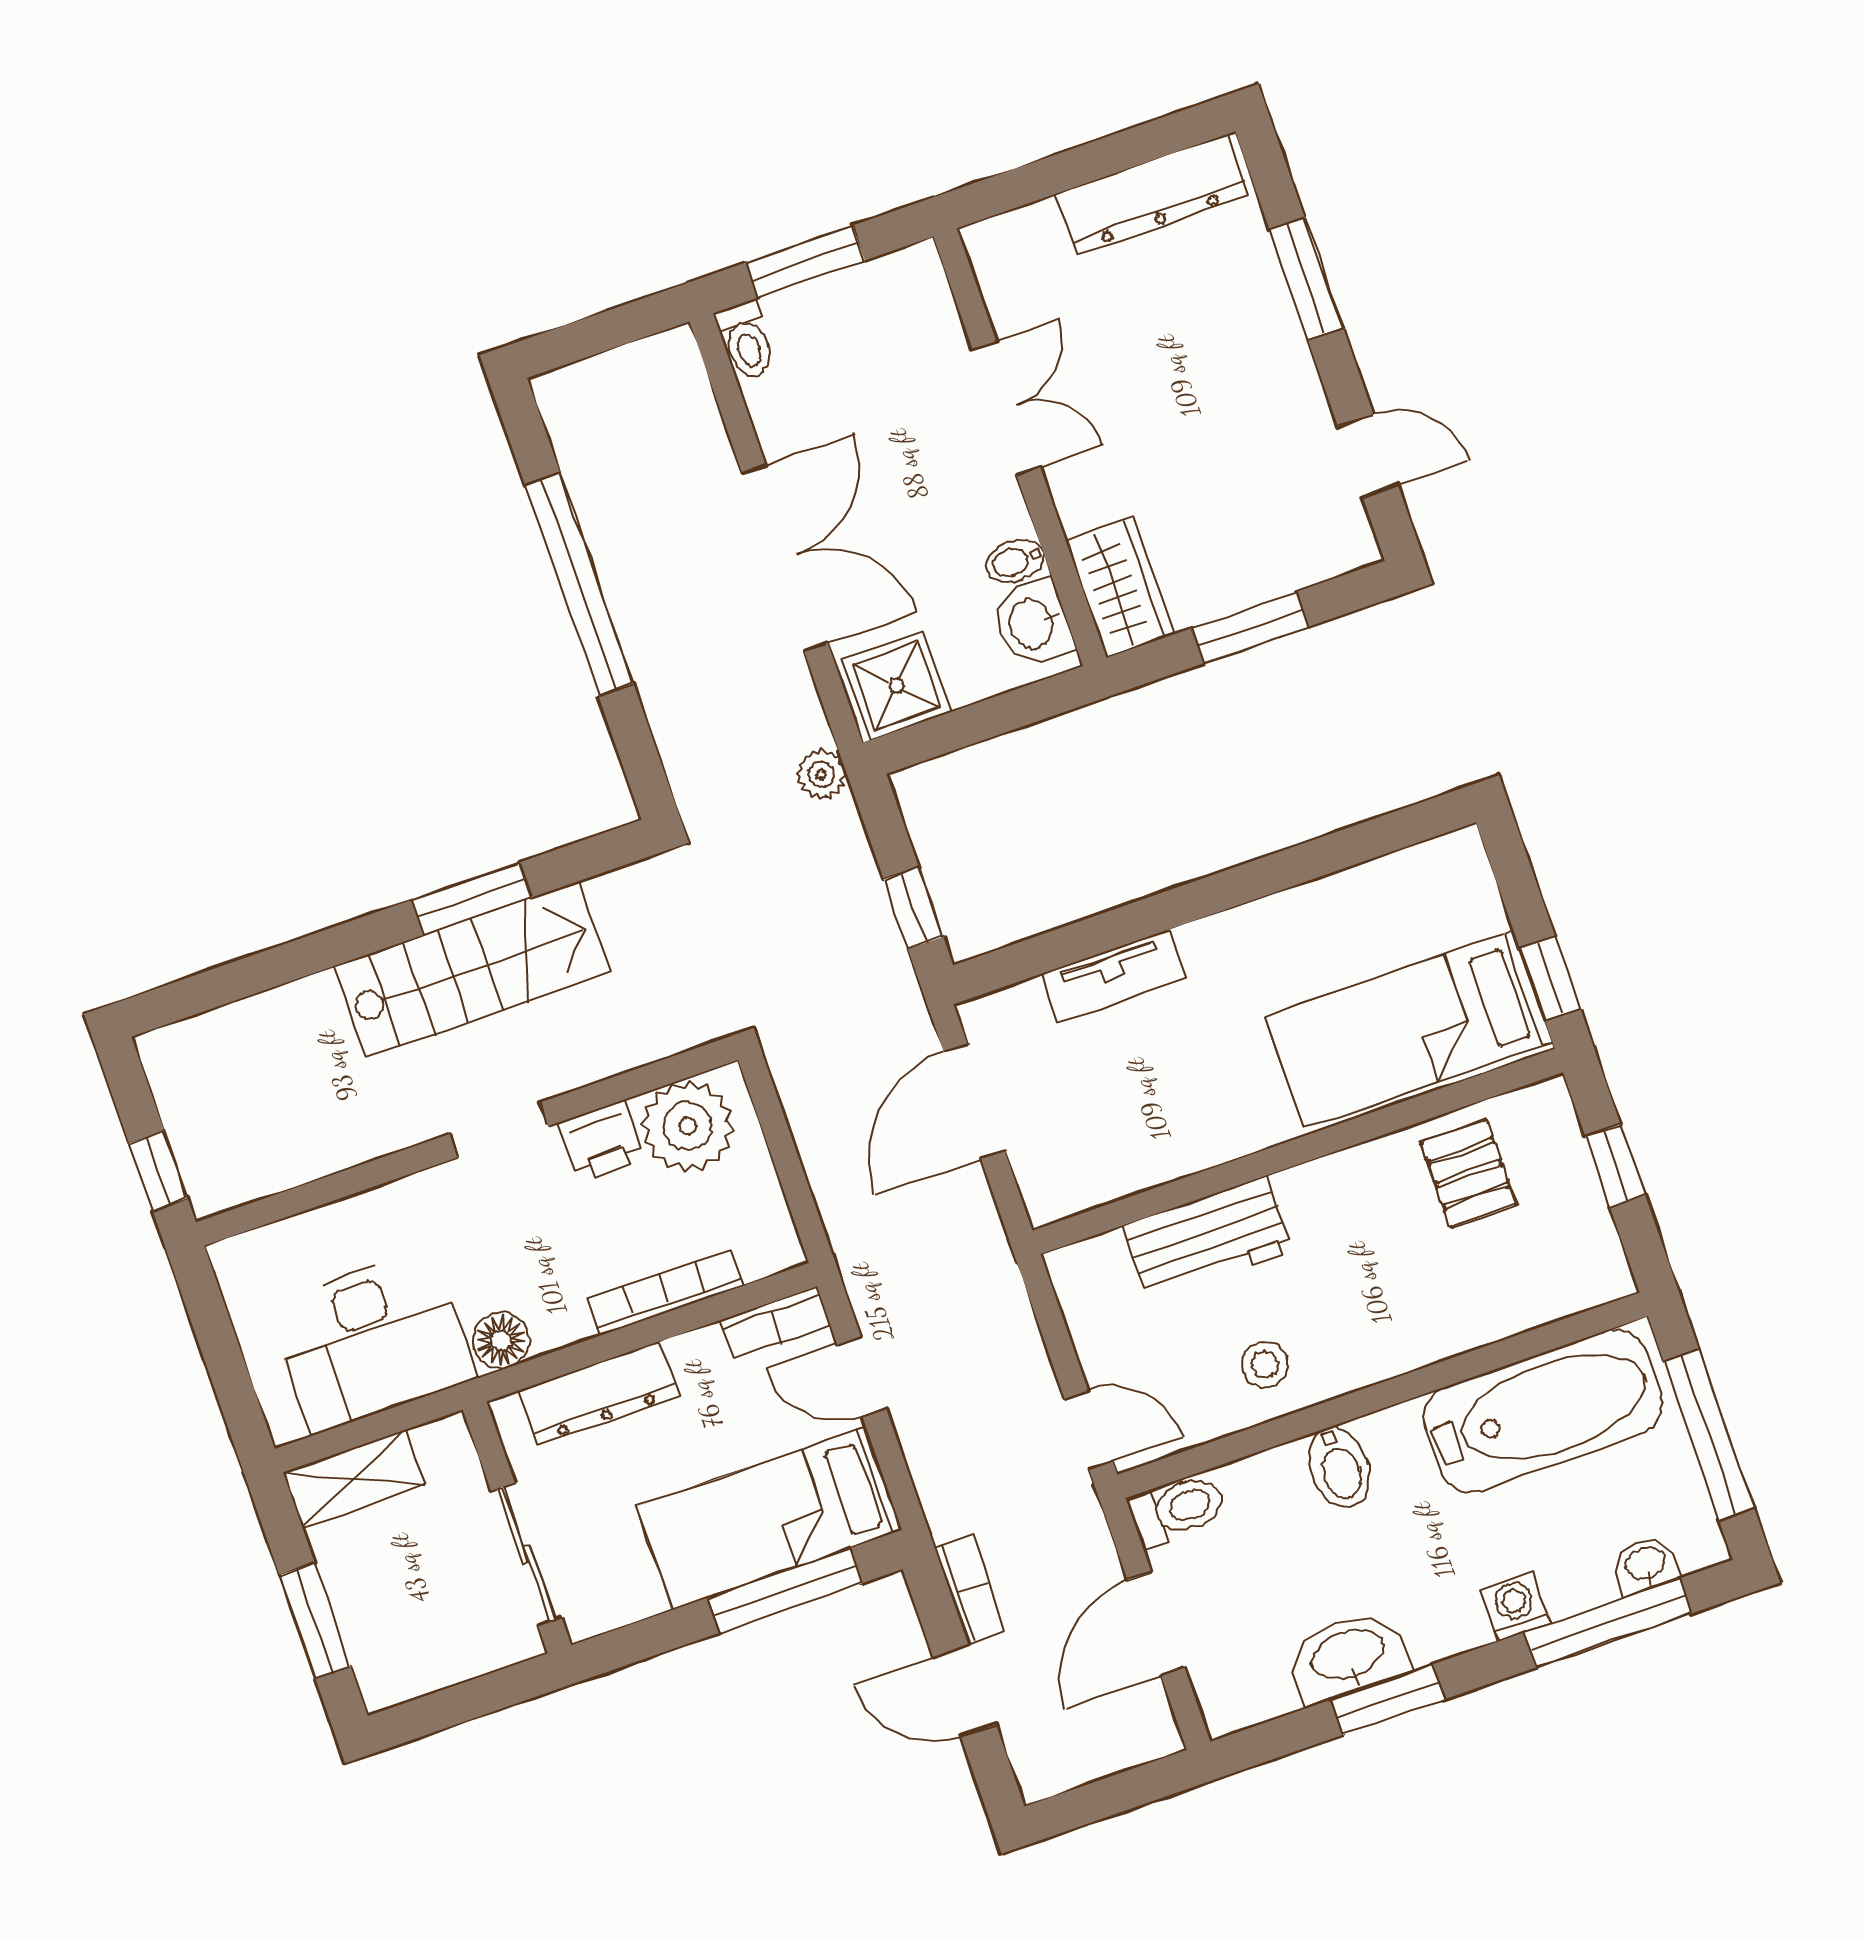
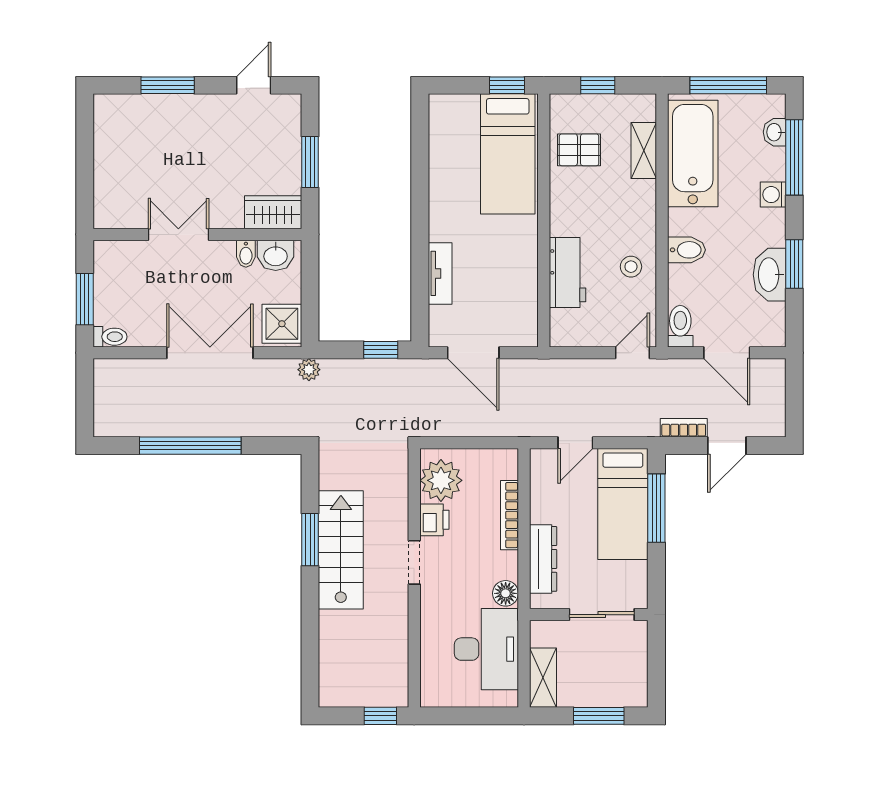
dresser: (1152, 195) -> (108, 139), removed
shelving: (1513, 1307) -> (644, 151), added
bookcase: (775, 1323) -> (539, 472), removed

